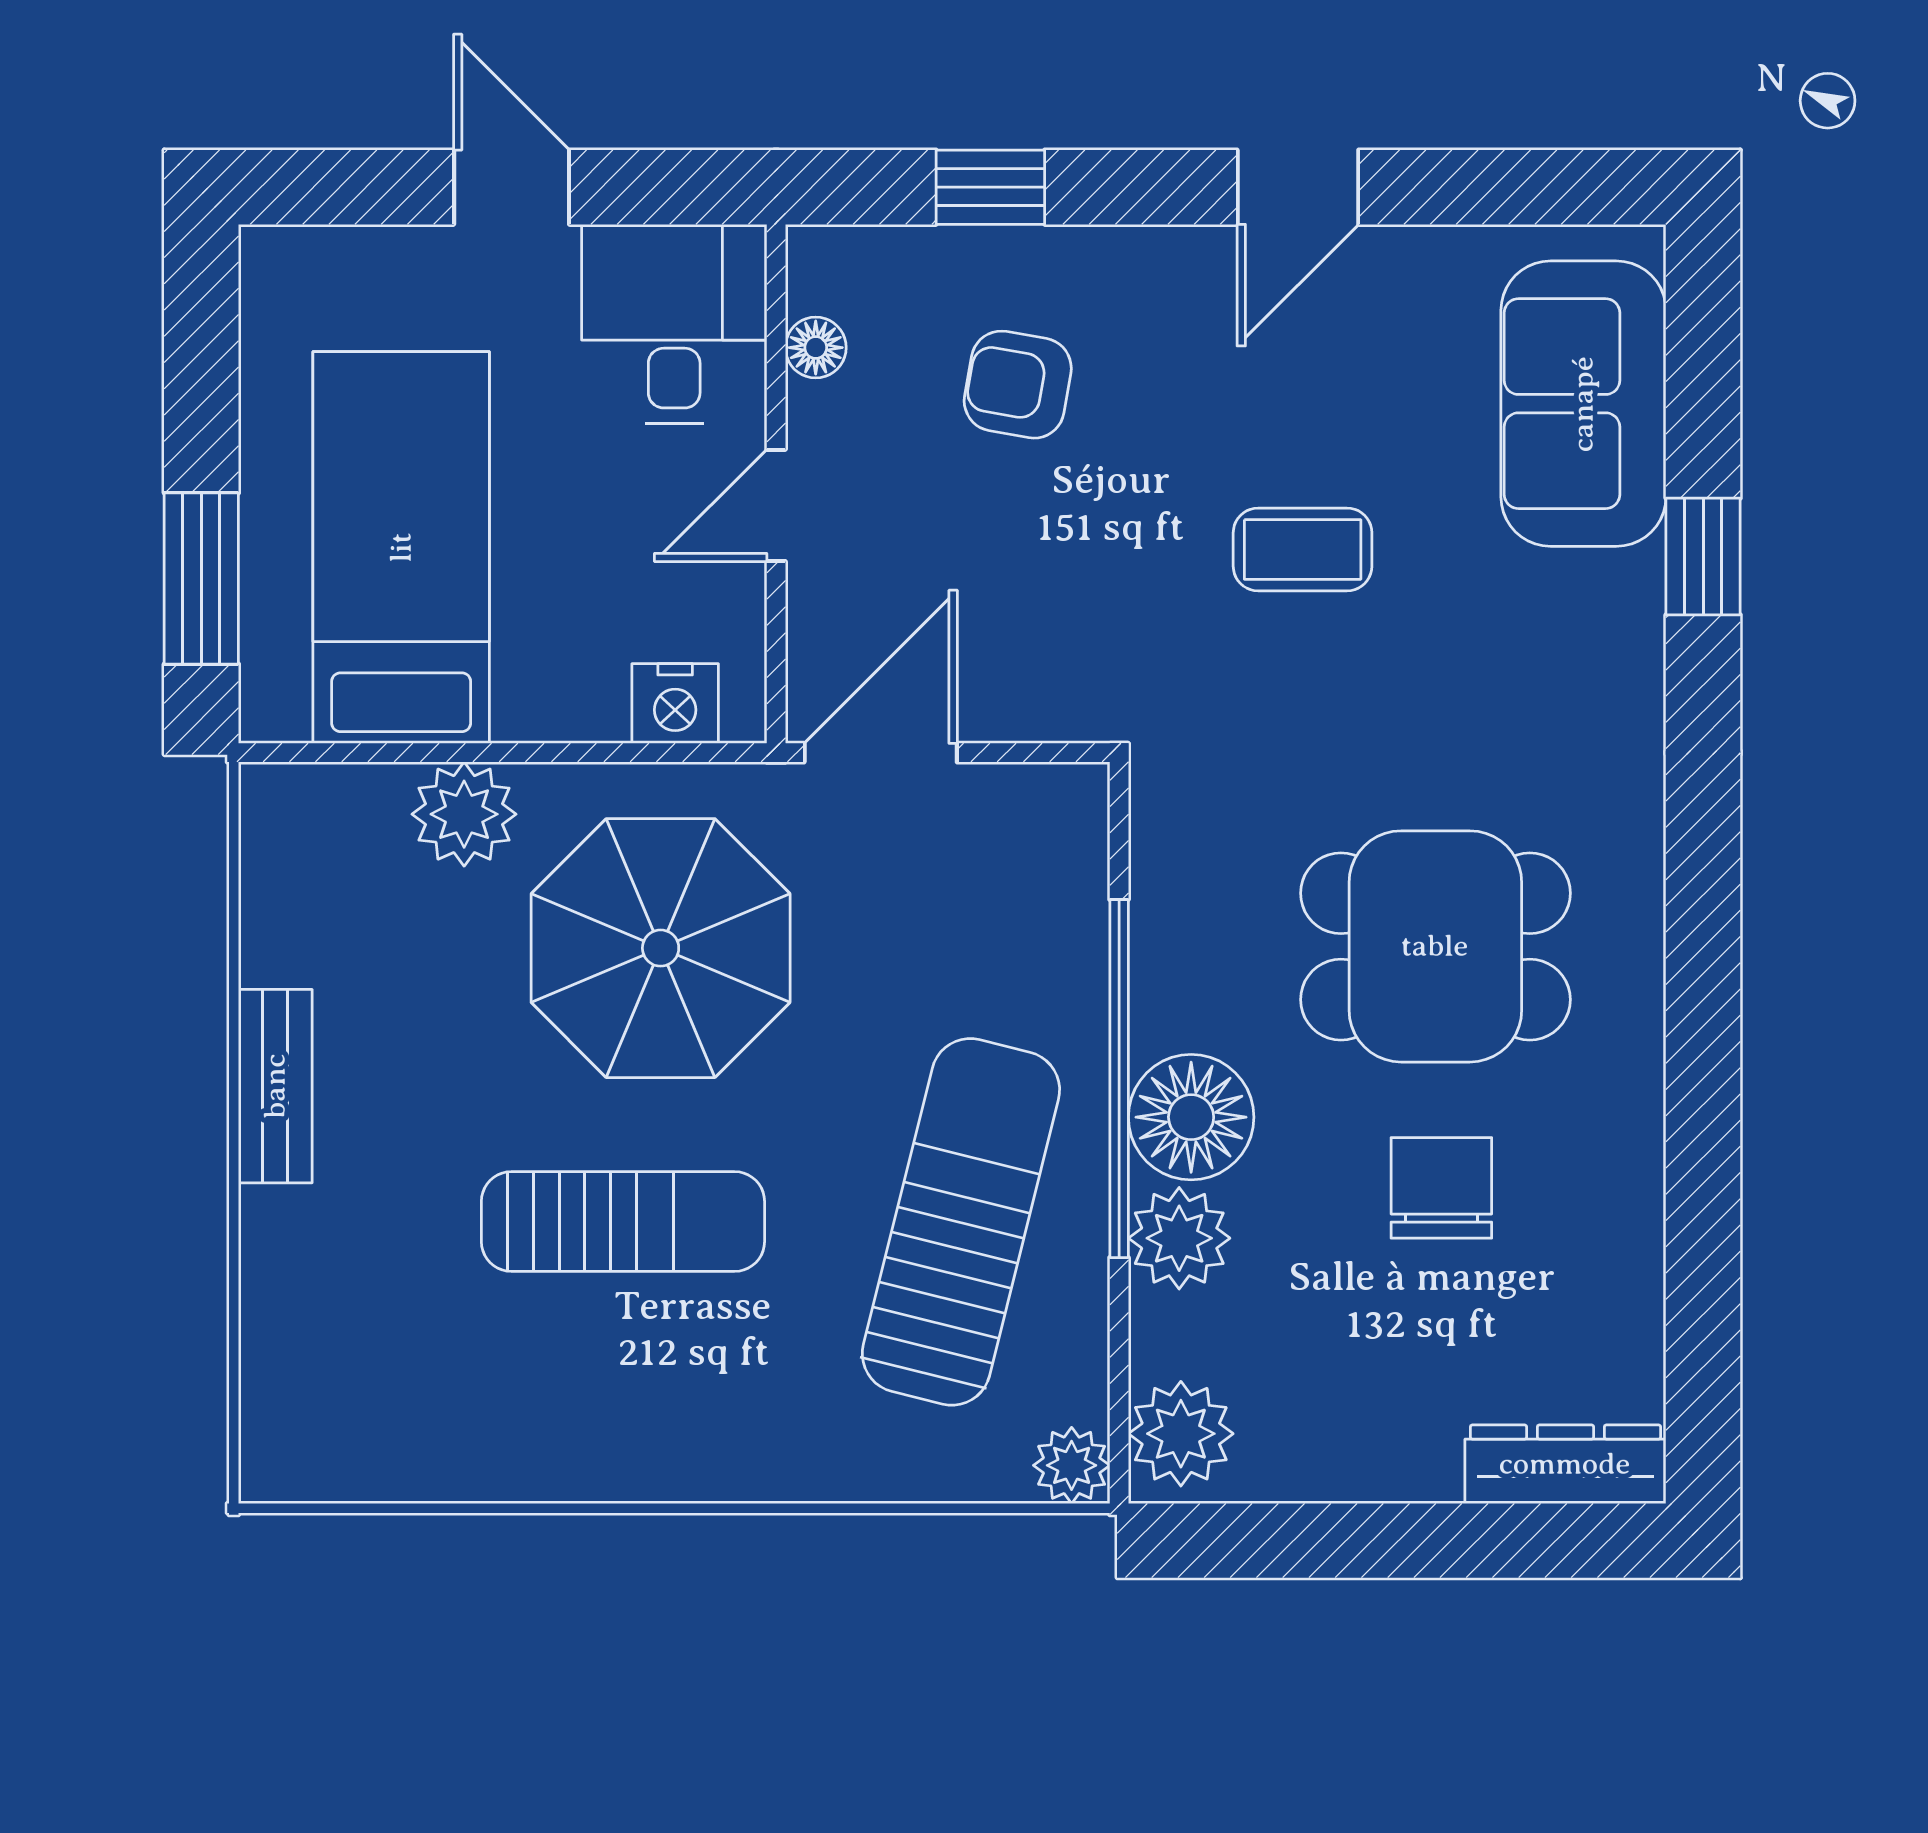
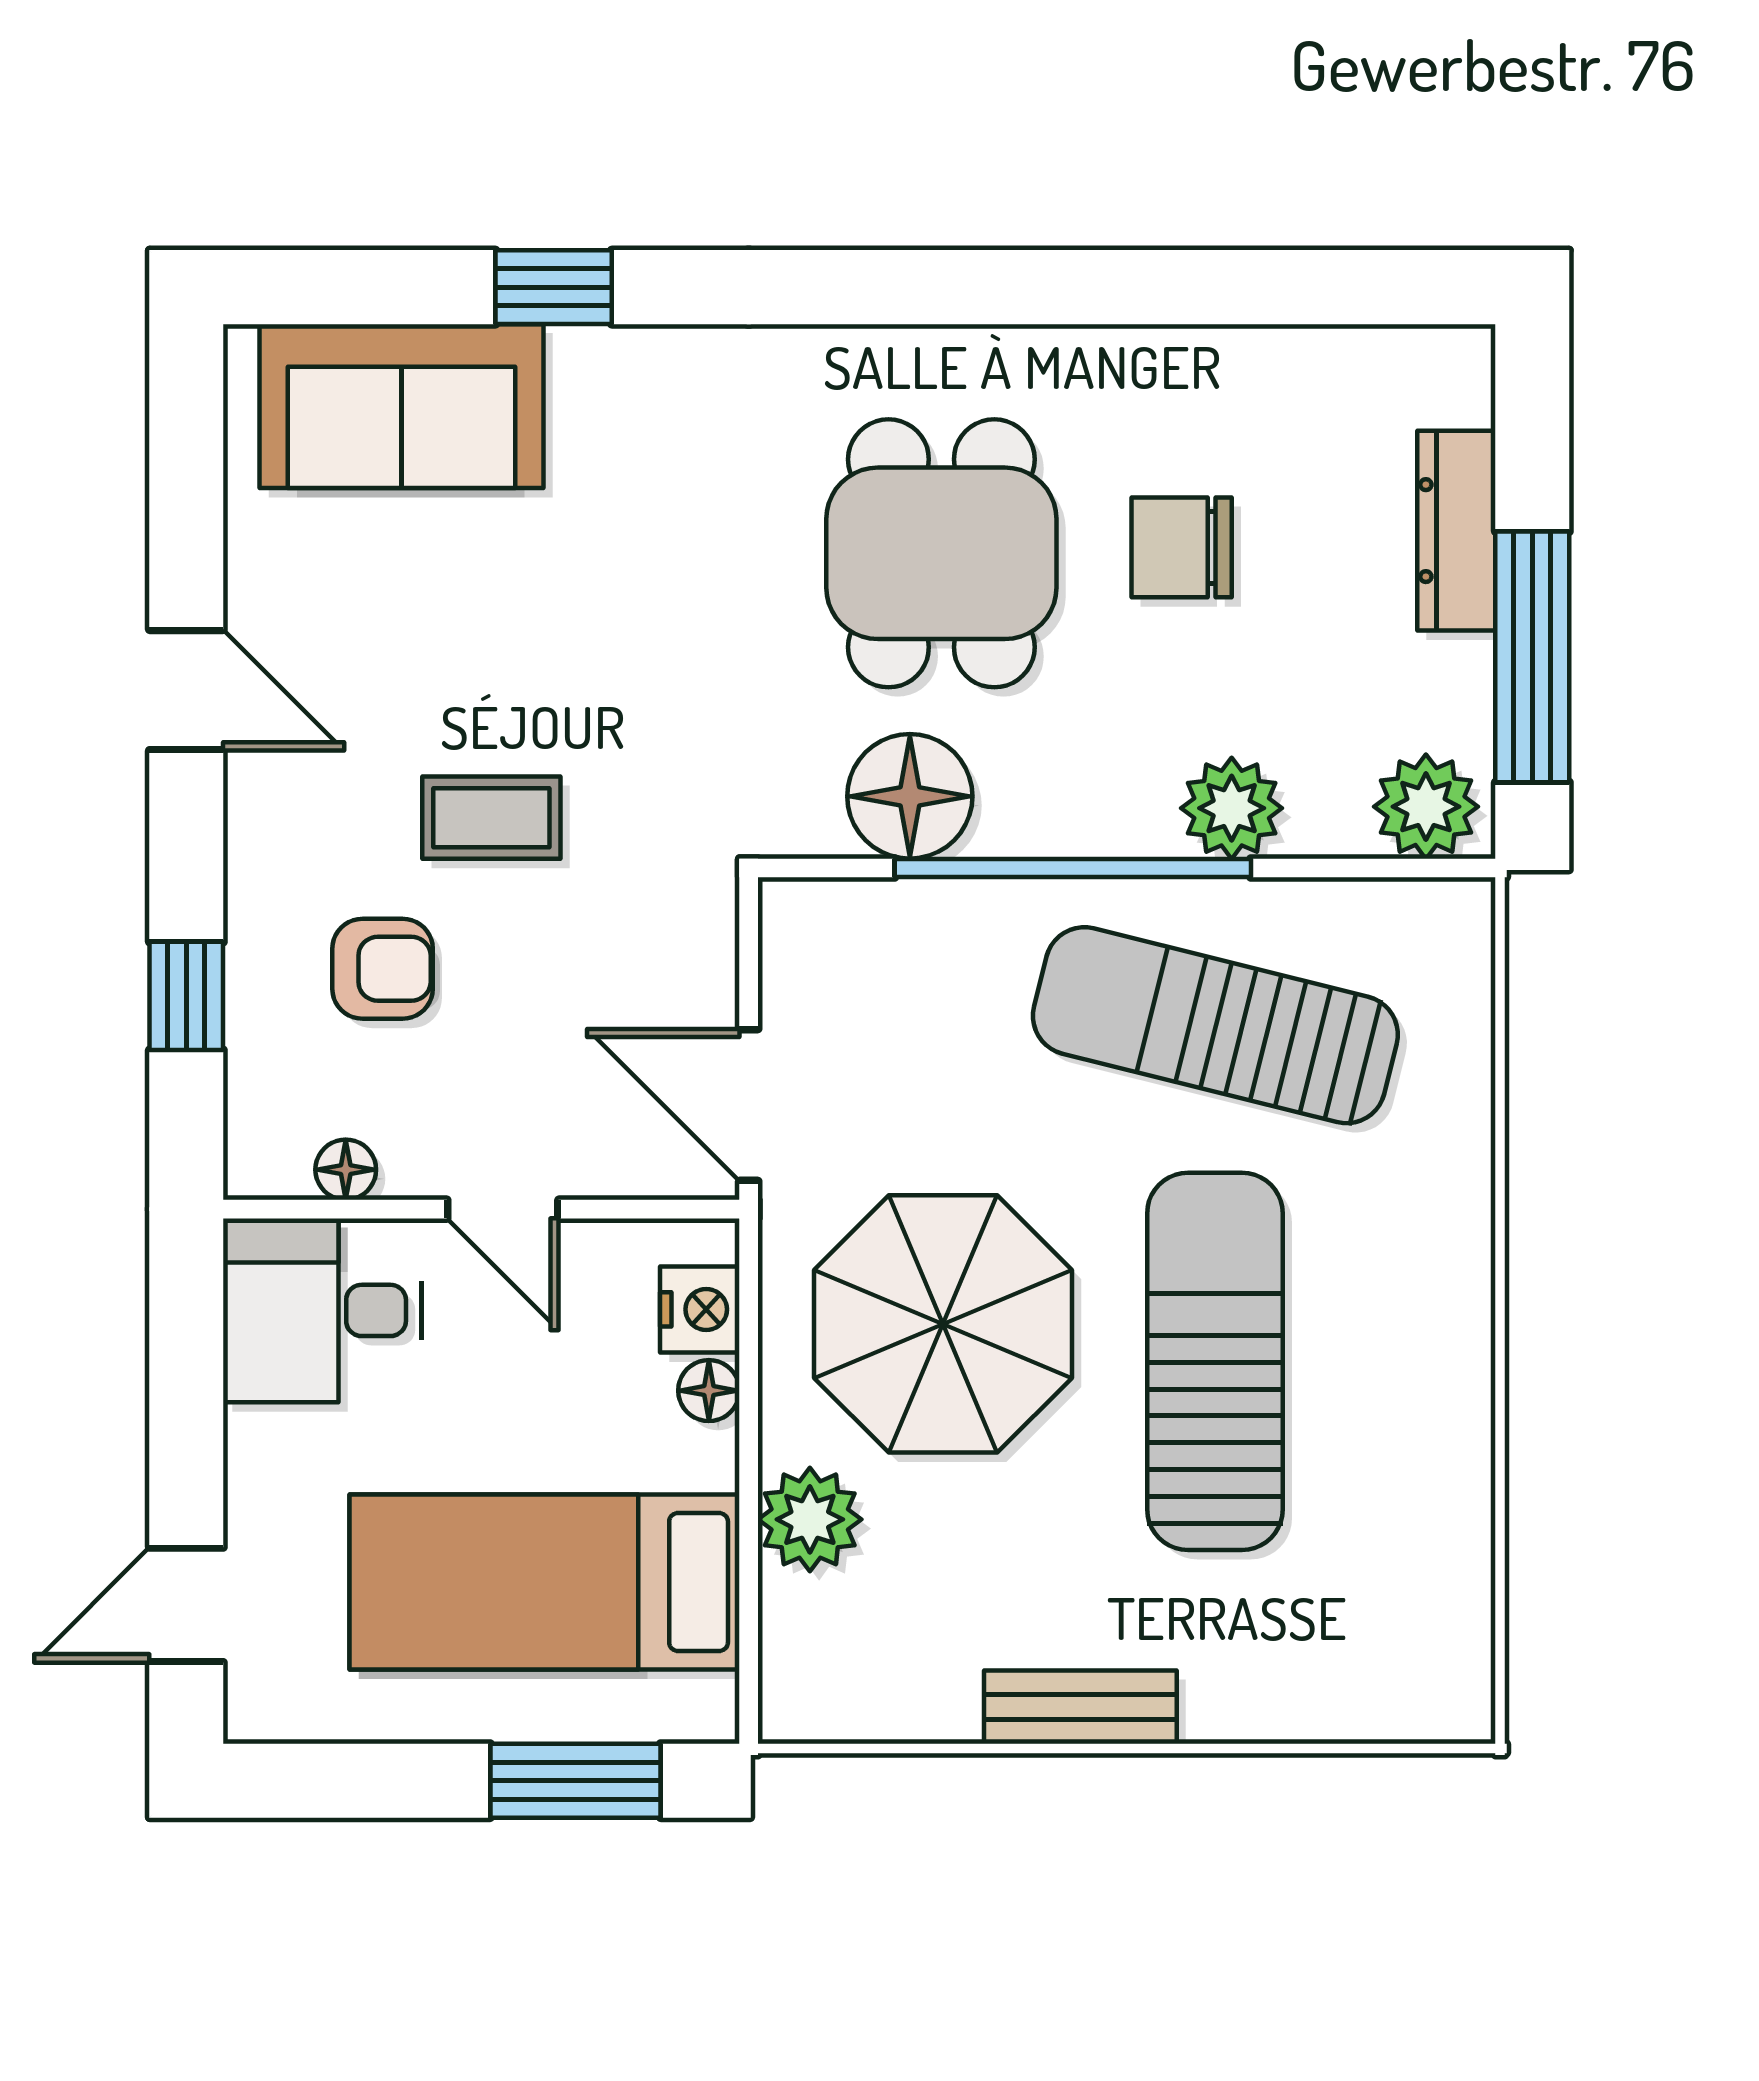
door: (512, 187) -> (186, 1605), moved
armchair: (1018, 385) -> (383, 969), turned -100
coffee table: (1303, 549) -> (491, 818), moved, turned 90
floor lamp: (594, 713) -> (709, 1391), added
floor lamp: (1191, 1117) -> (910, 796), moved
sun lounger: (623, 1222) -> (1215, 1361), width x1.36, depth x1.34
dresser: (1565, 1464) -> (1456, 531), moved
plant: (1072, 1465) -> (1457, 915), removed
window: (1331, 1541) -> (1532, 657), added

